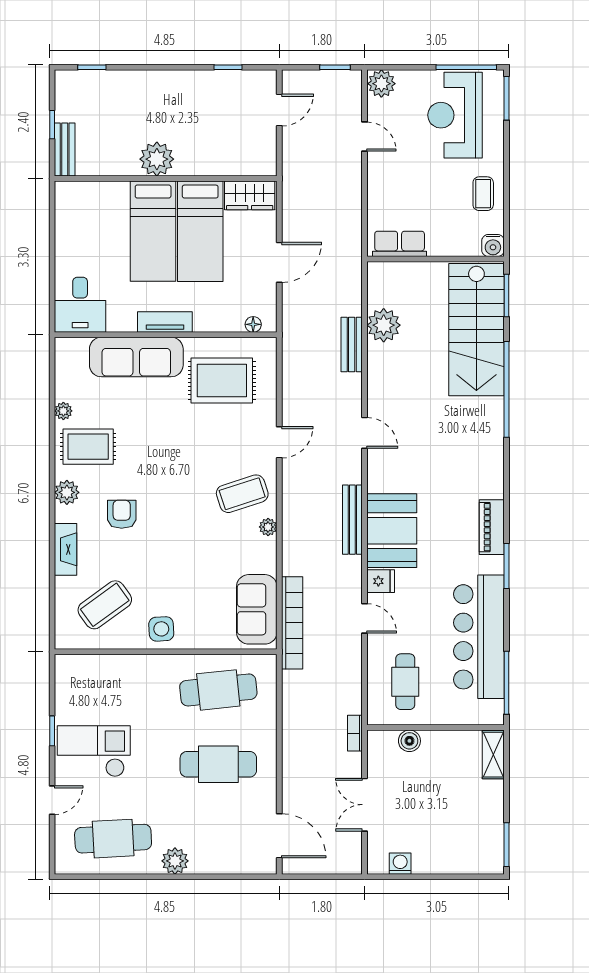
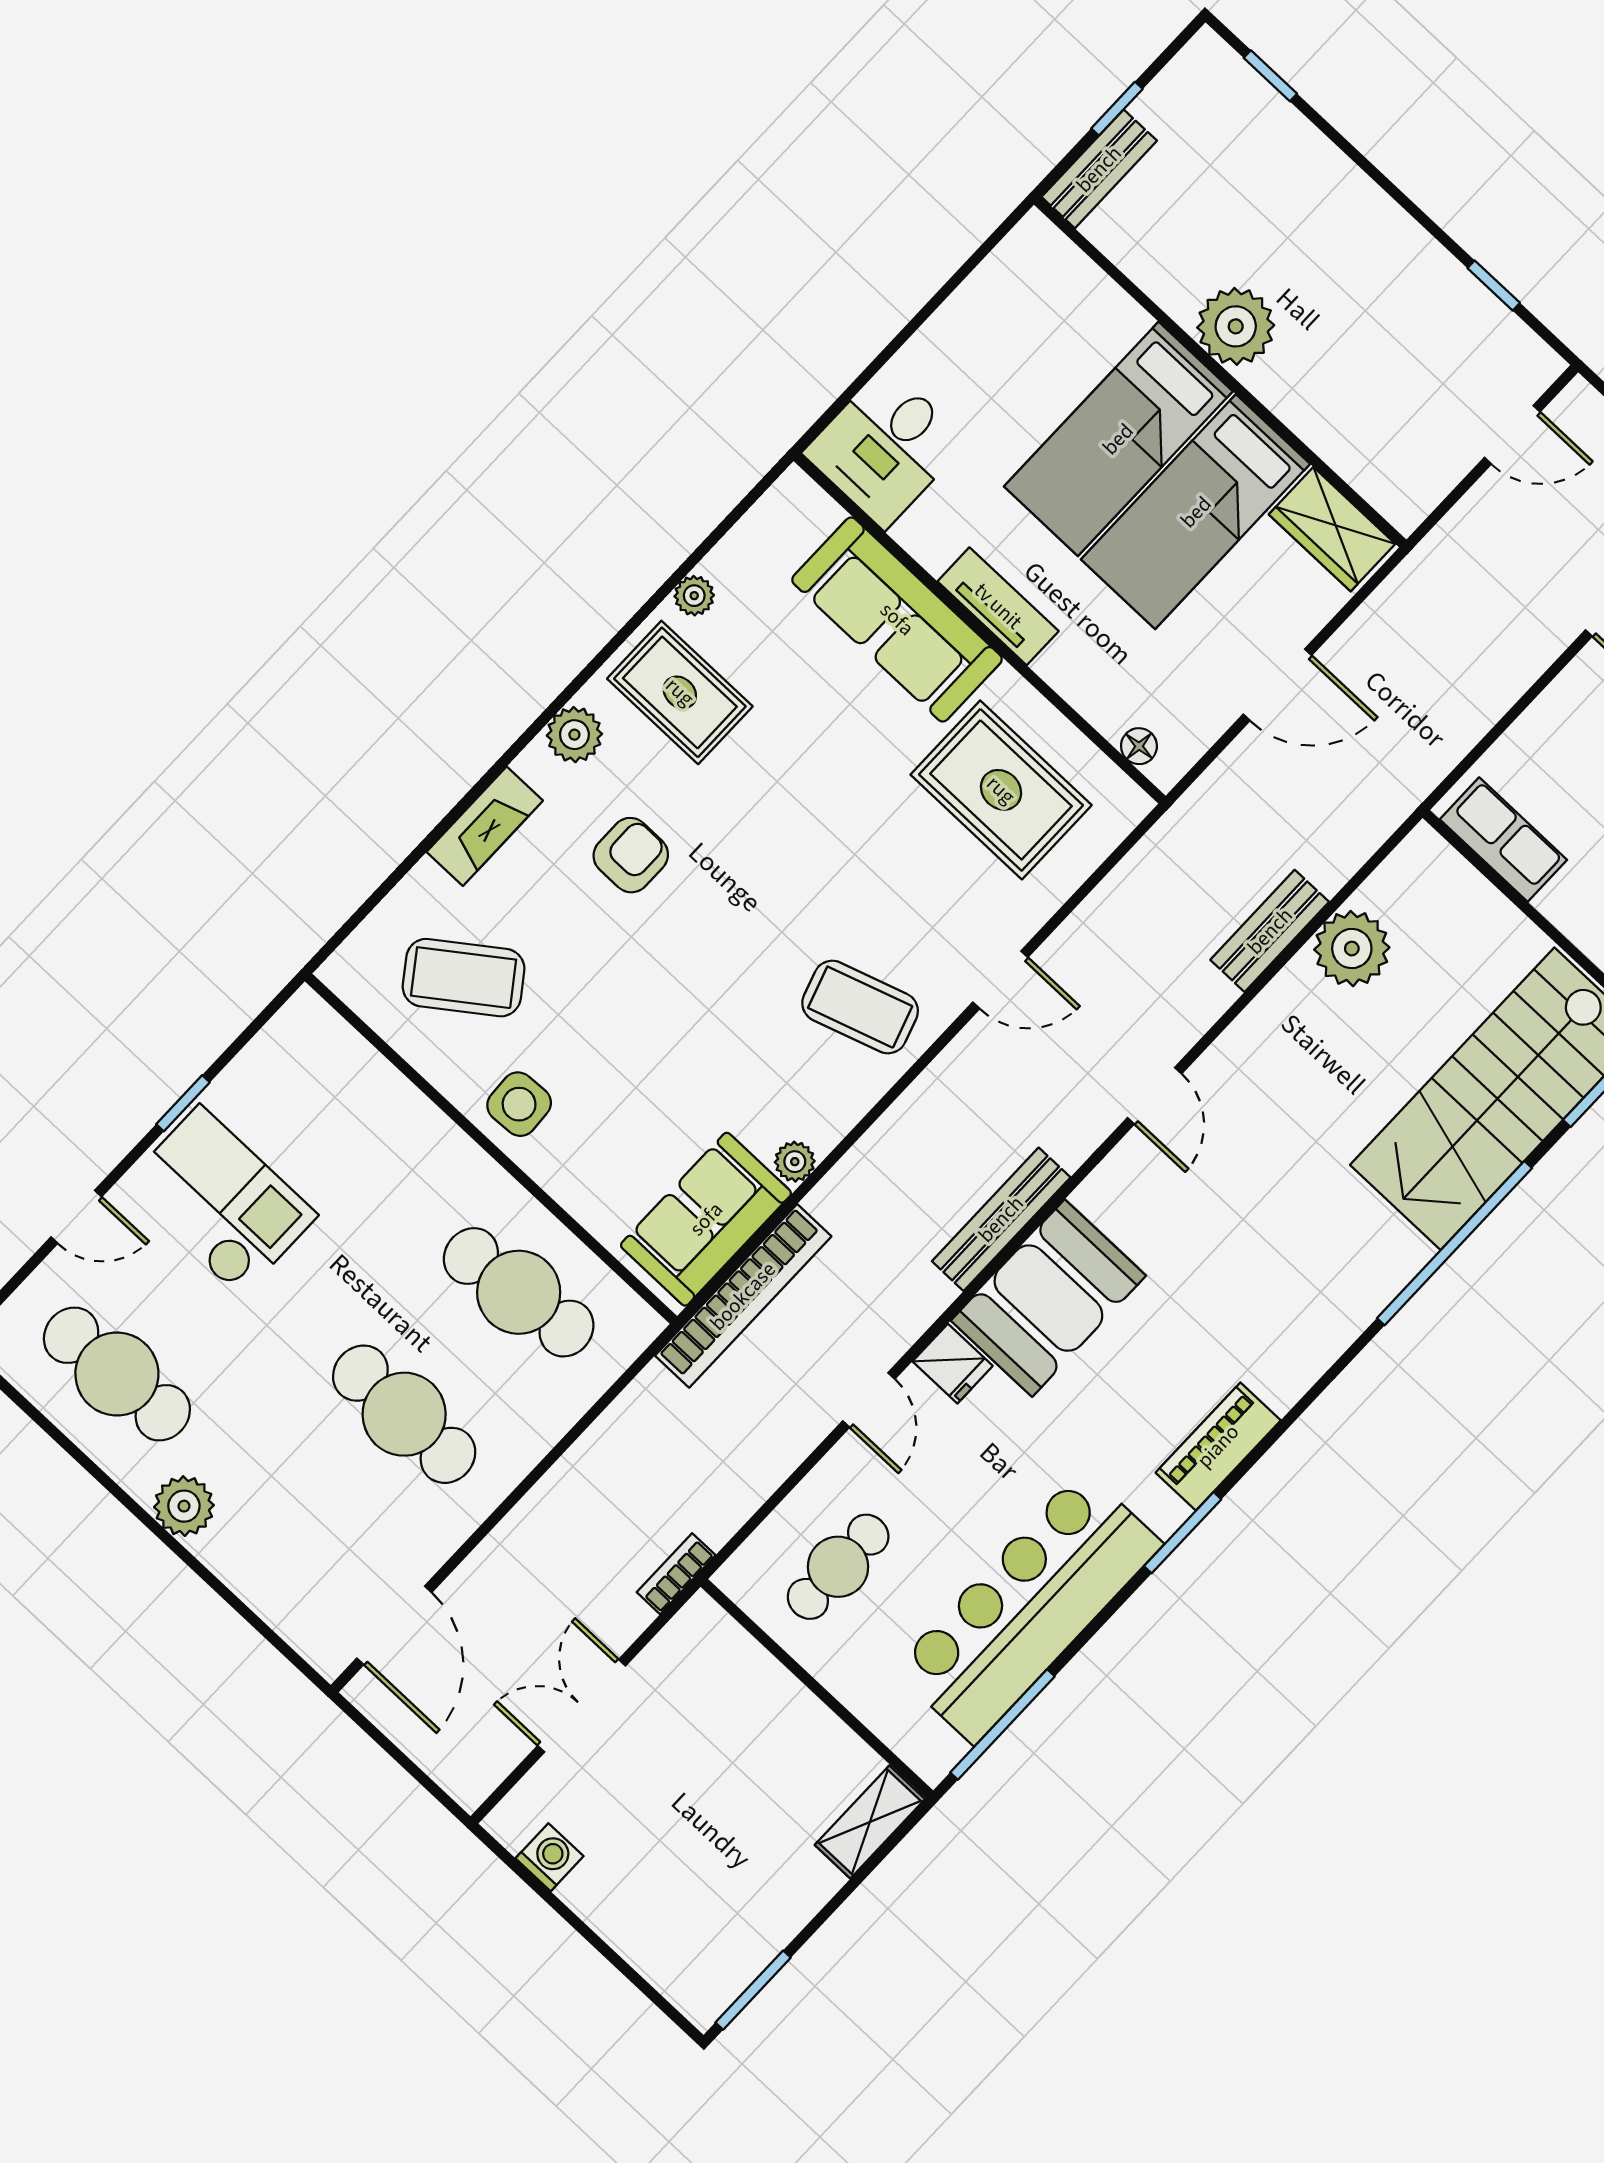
plant: (268, 527) -> (795, 1162), moved
boiler: (409, 741) -> (754, 1670), removed

